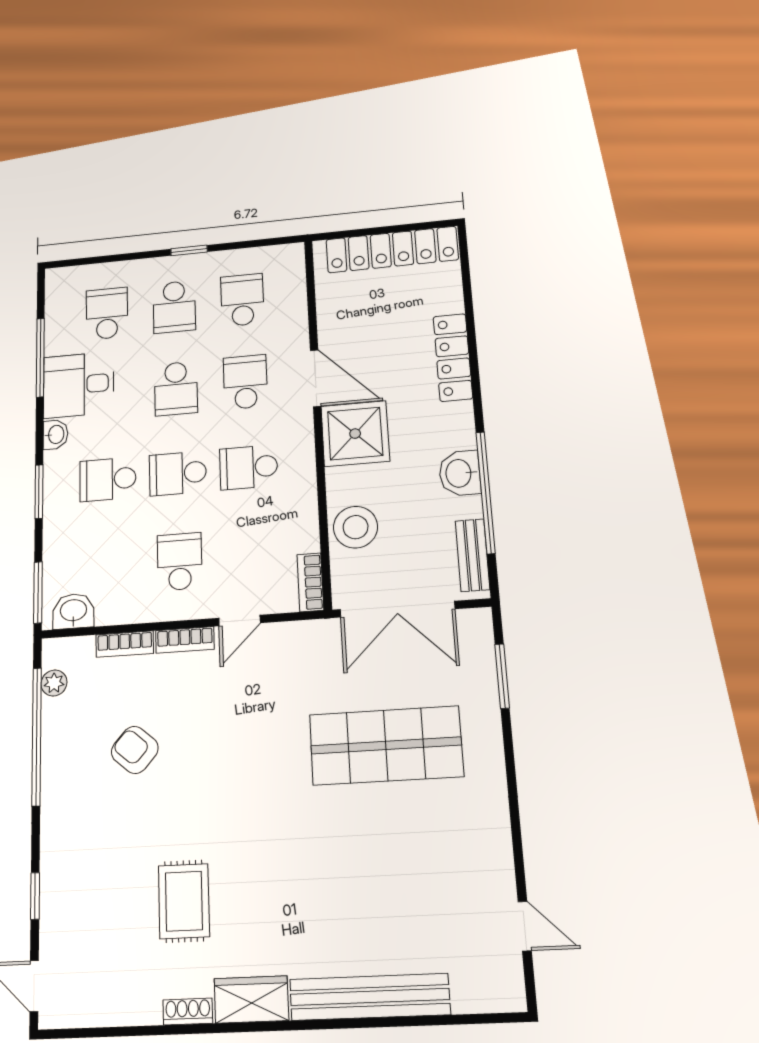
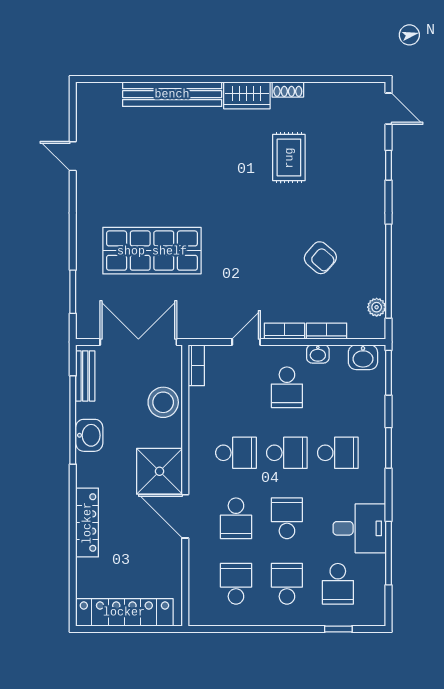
window: (189, 250) -> (338, 629), moved
school desk: (242, 300) -> (236, 584), turned 180
washbasin: (55, 434) -> (318, 354), moved, turned -90
door: (525, 926) -> (73, 156), moved

